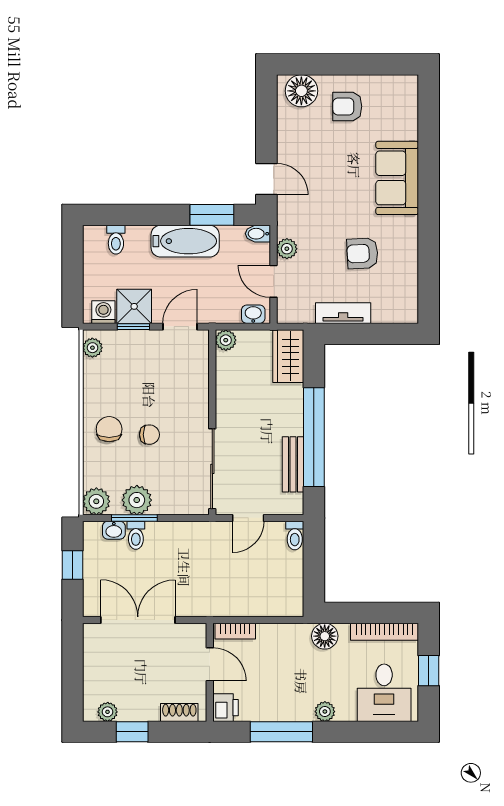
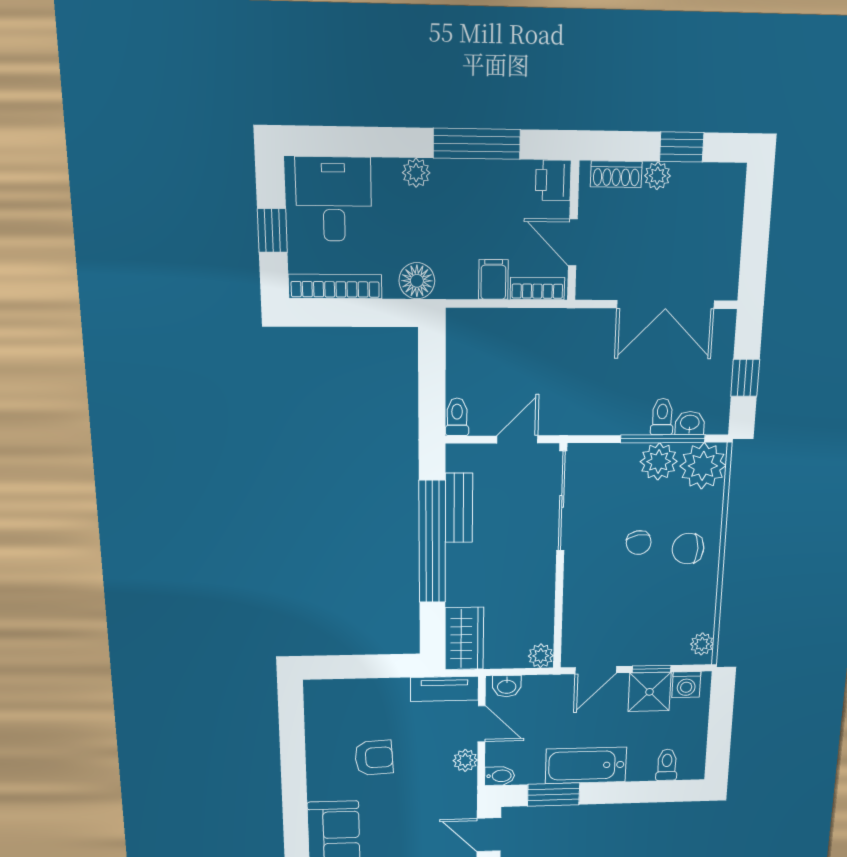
tv unit: (343, 313) -> (444, 689), moved
chair: (109, 429) -> (688, 549), turned 90
chair: (149, 435) -> (639, 543), turned -101
plant: (96, 501) -> (703, 466), width x1.36, depth x1.36
window: (134, 518) -> (663, 439), width x1.44
filing cabinet: (268, 637) -> (493, 279), added
plant: (108, 712) -> (657, 176), moved

